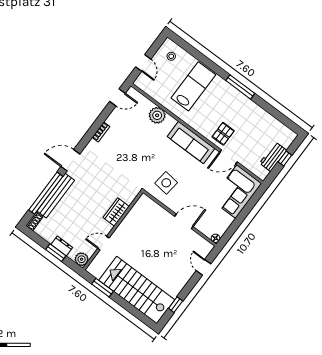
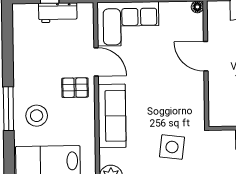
stool: (224, 100) -> (37, 116), added
side table: (166, 183) -> (172, 147), moved

